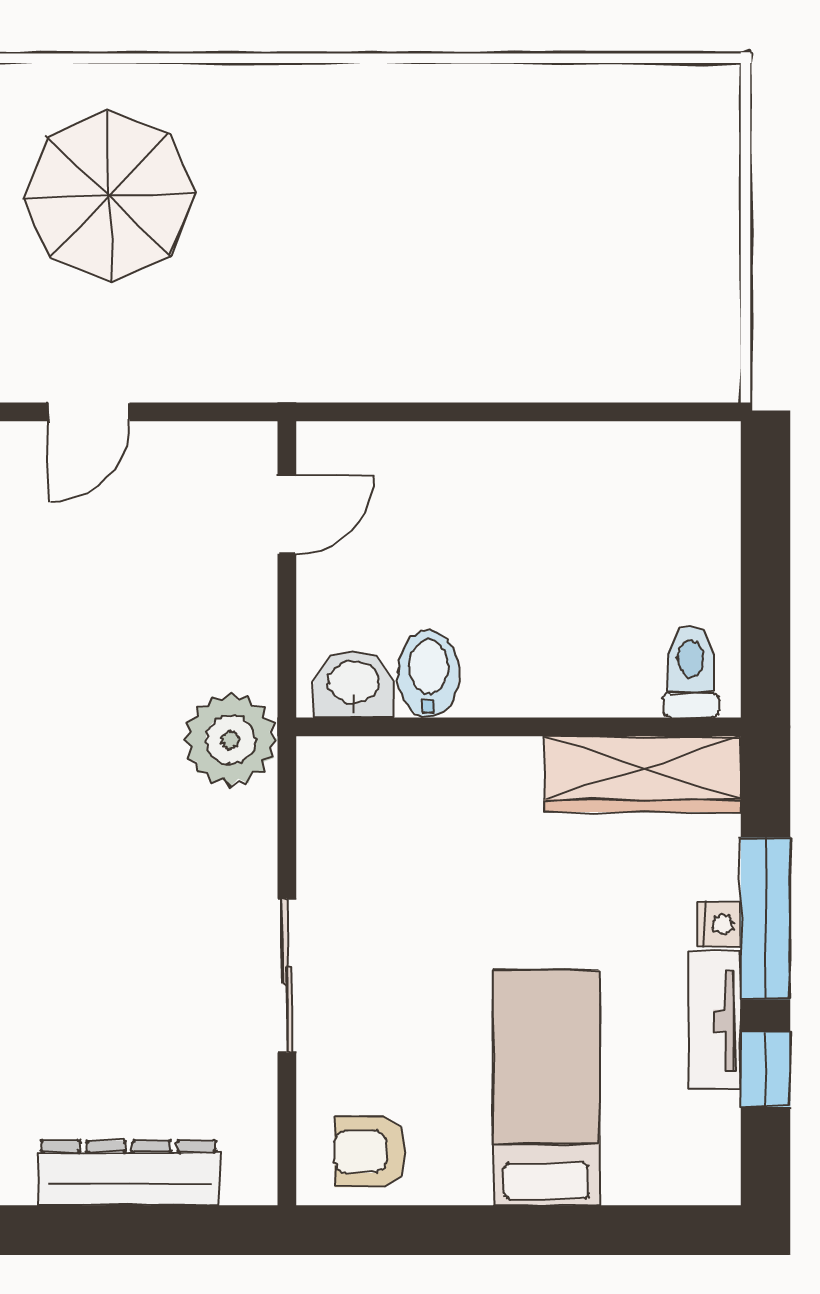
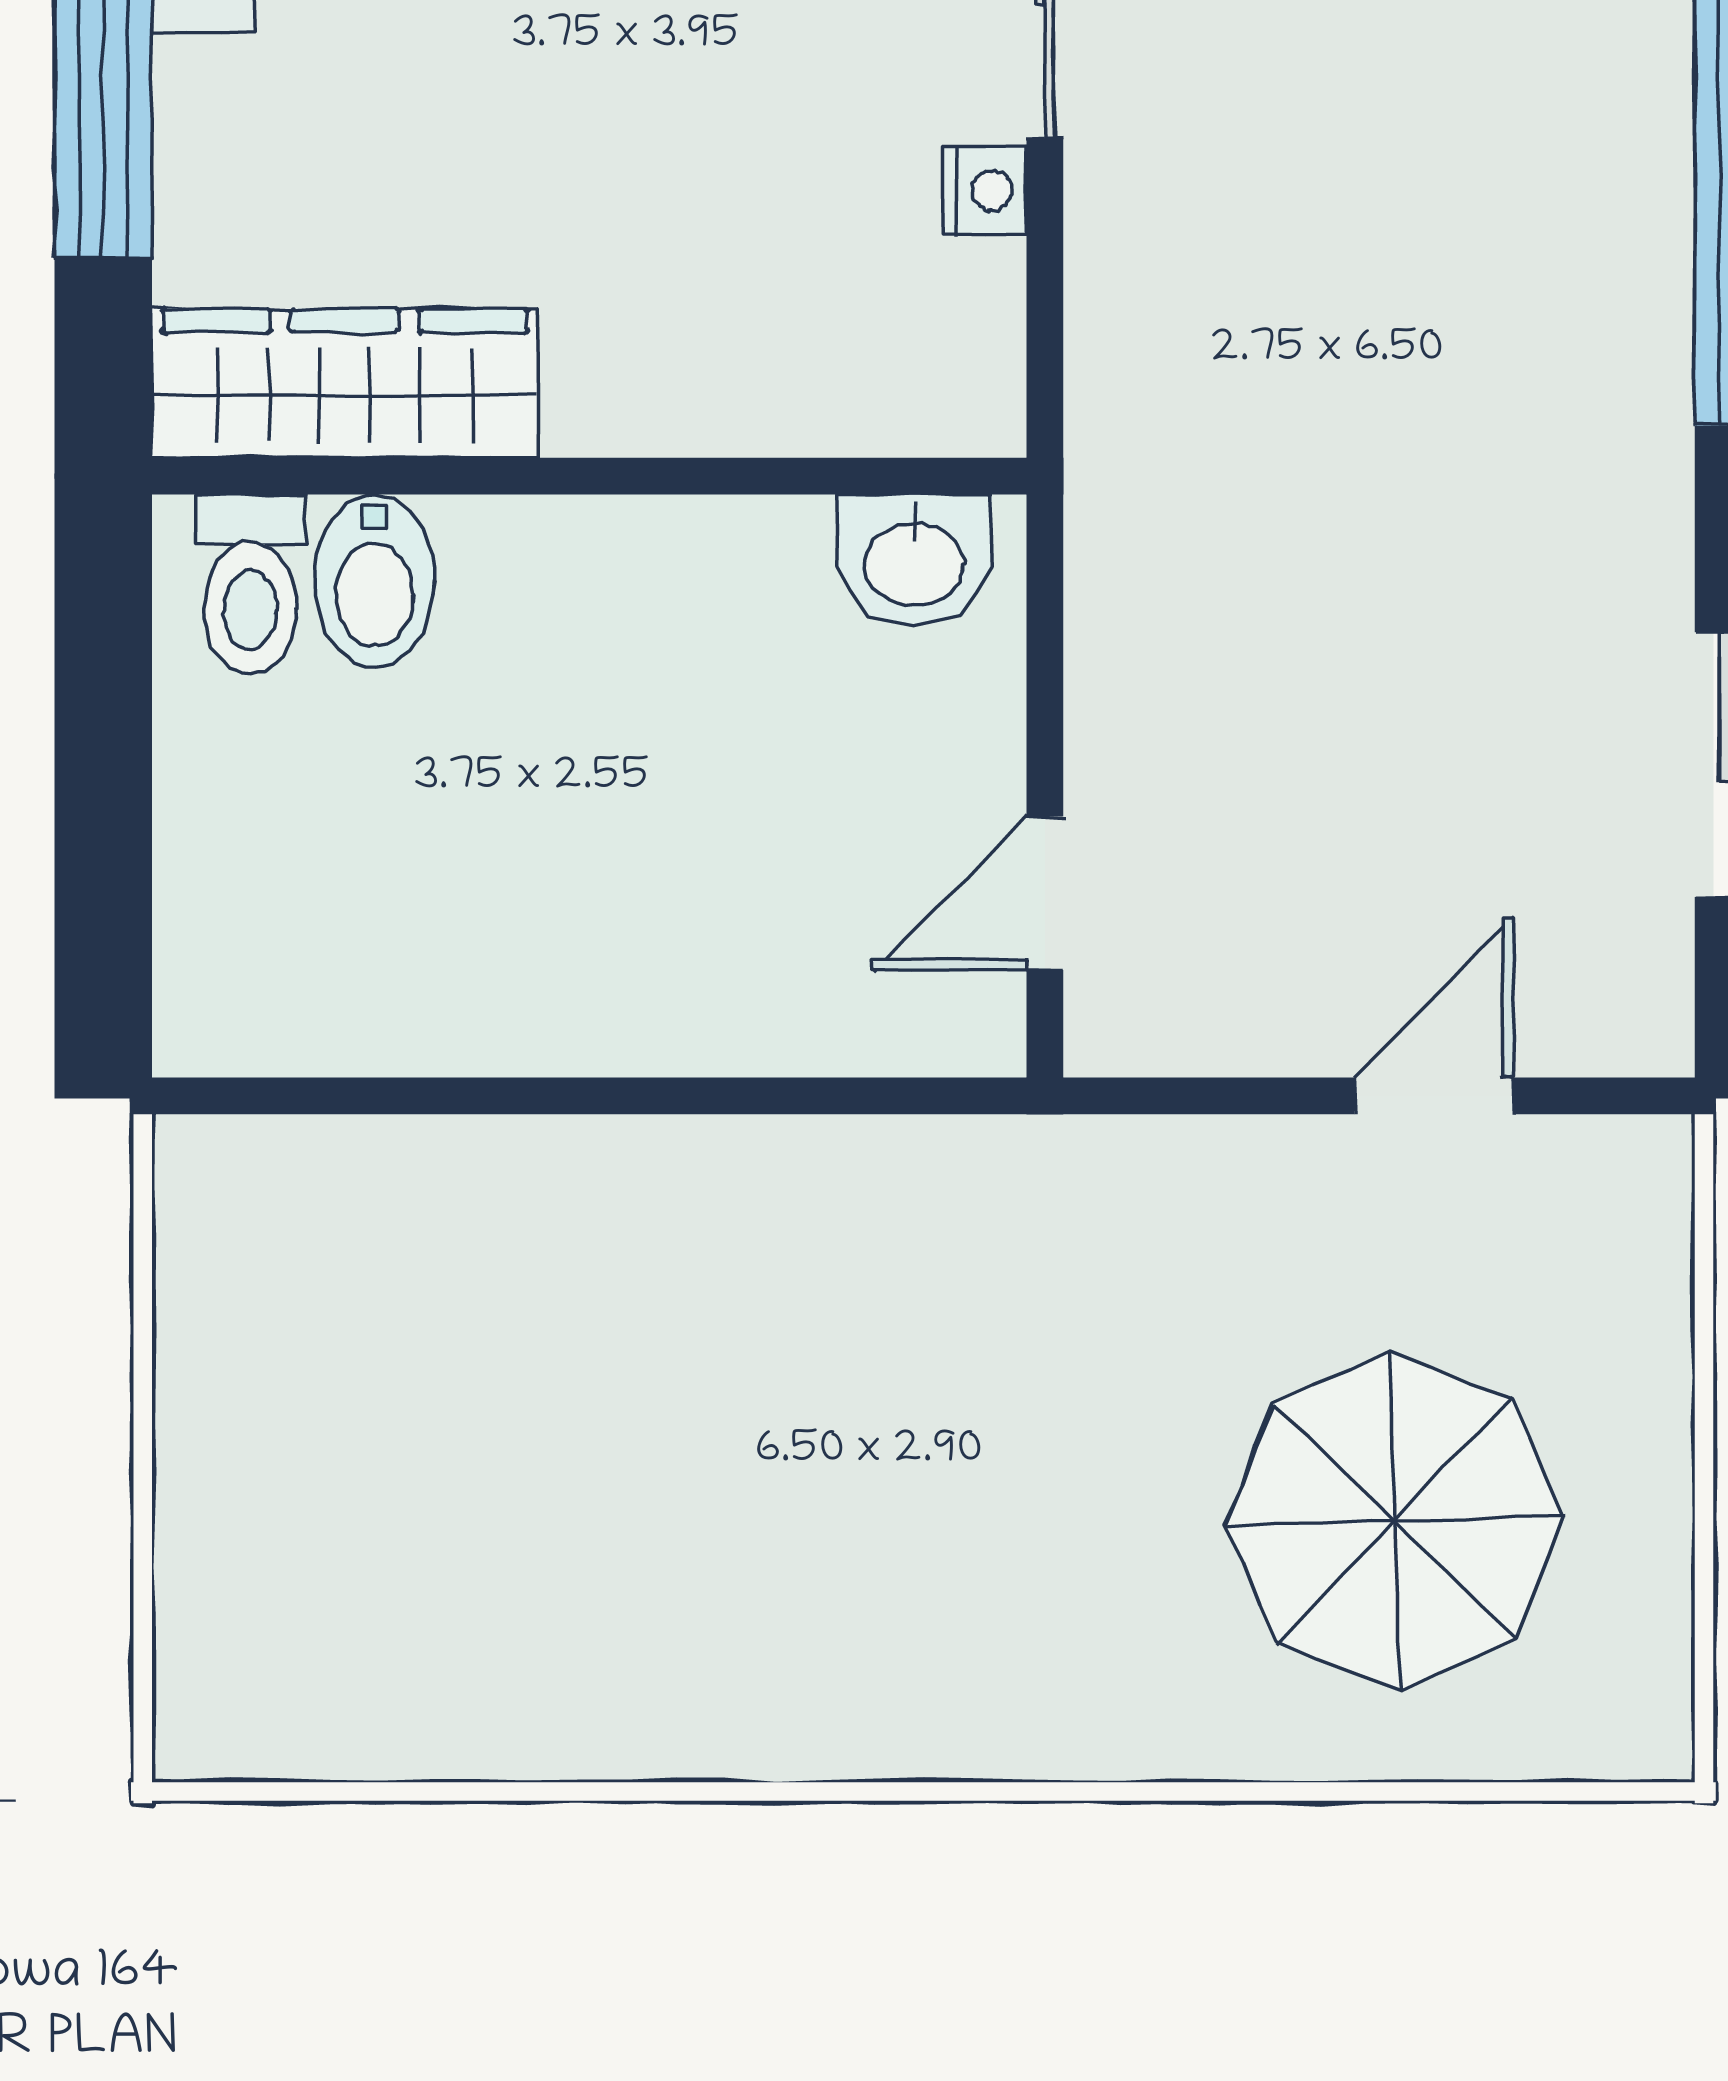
bidet: (428, 674) -> (375, 581), moved
plant: (230, 740) -> (1156, 451), removed
nightstand: (720, 924) -> (985, 191), moved, turned 180

